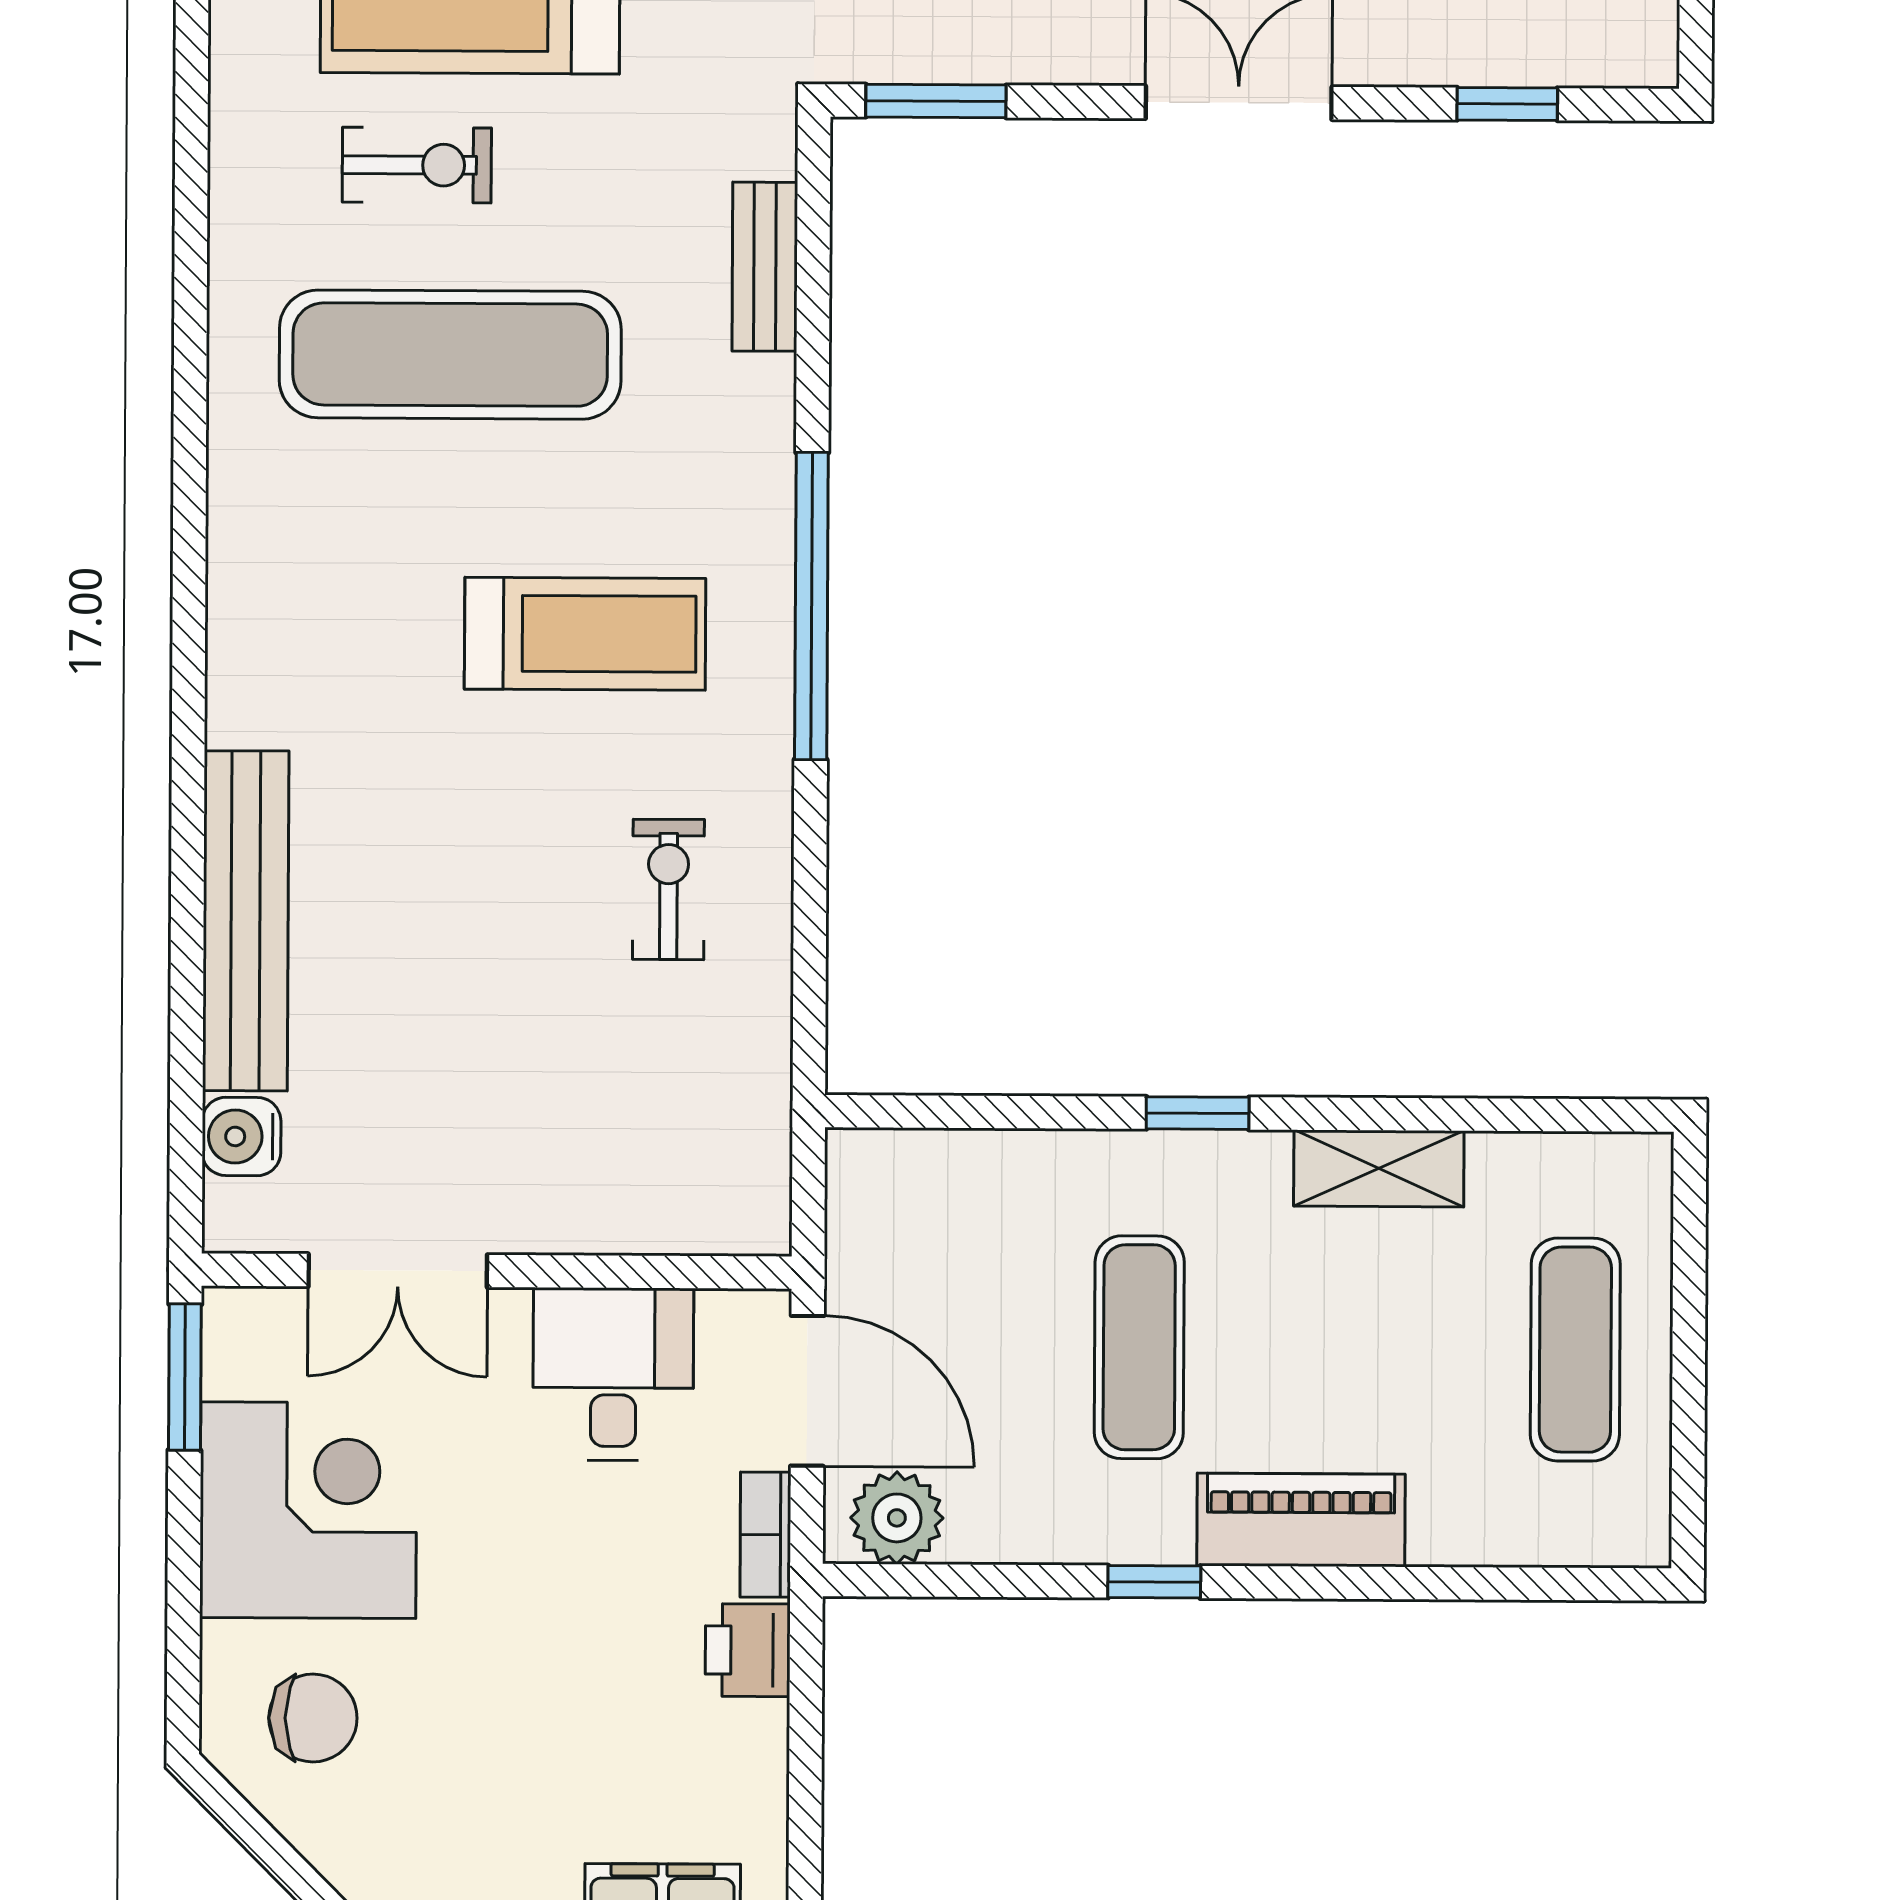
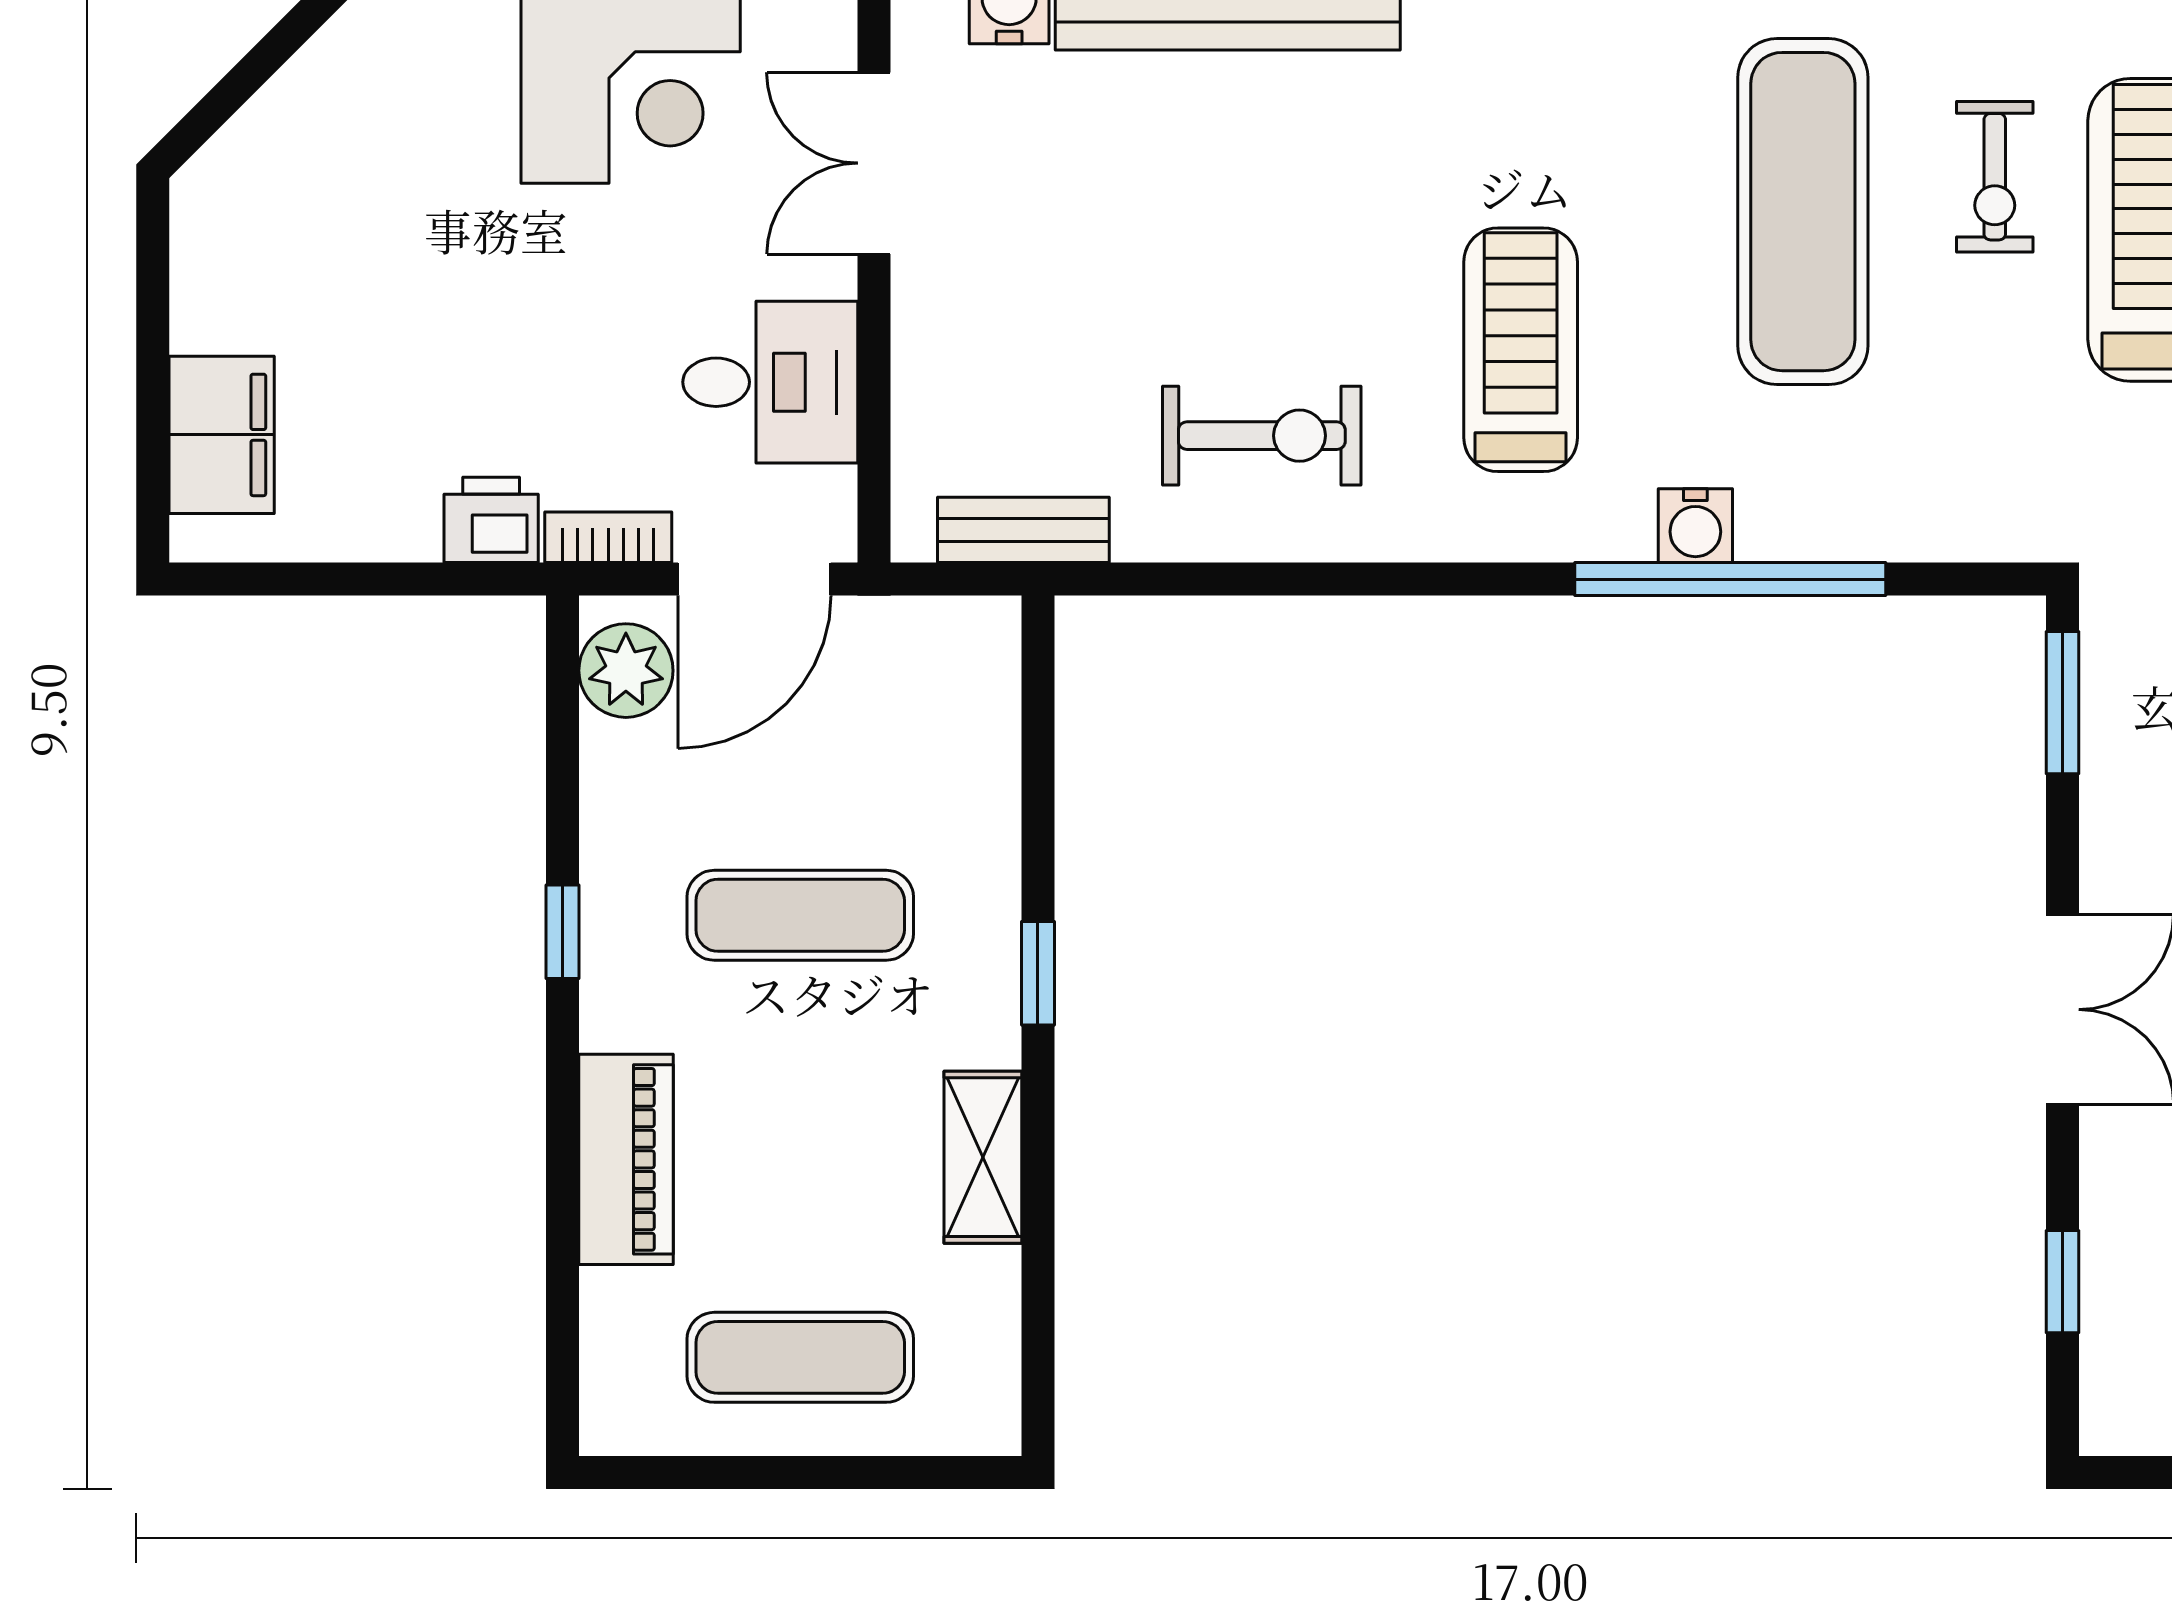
bench: (765, 267) -> (1023, 530), moved
water cooler: (760, 462) -> (1695, 526), added
window: (811, 606) -> (1730, 579), moved
treadmill: (585, 634) -> (1521, 350), turned 180
exercise bike: (668, 889) -> (1262, 436), width x1.38, depth x1.39
piano: (1301, 1520) -> (626, 1159), moved
chair: (313, 1718) -> (420, 80), removed

